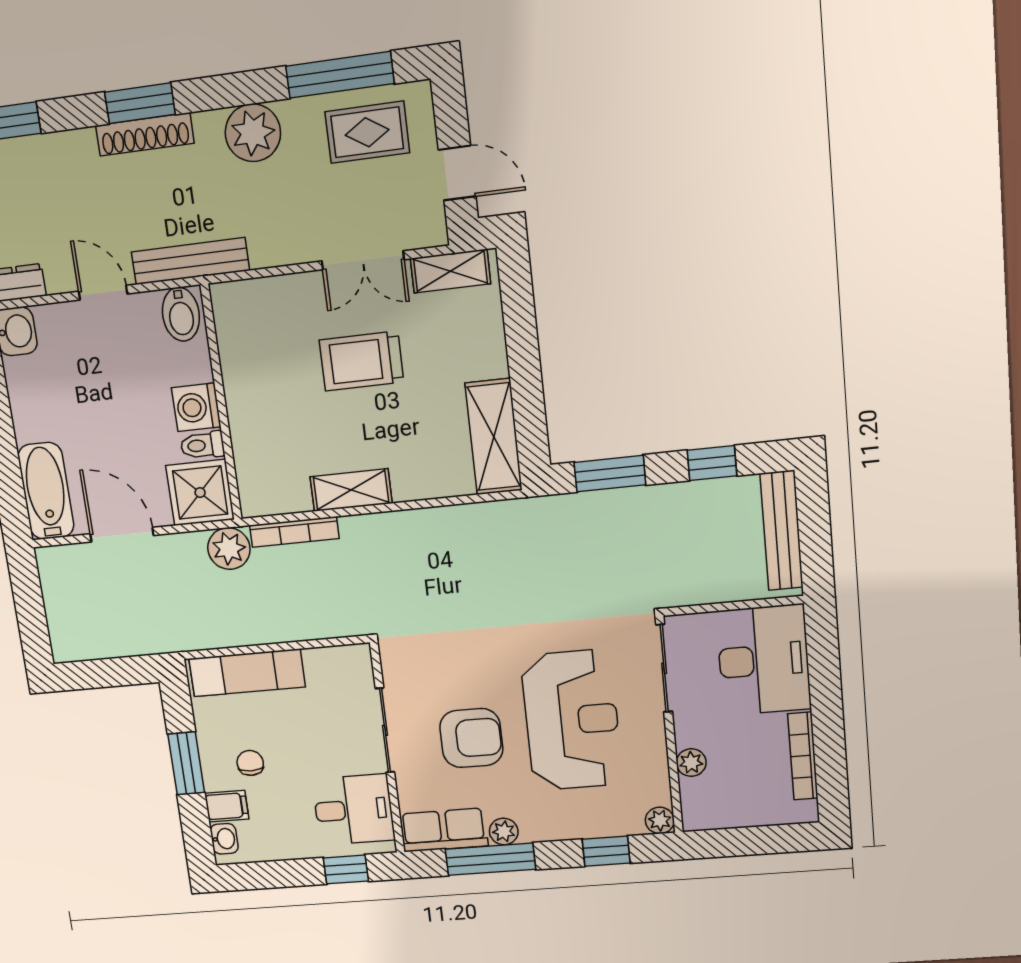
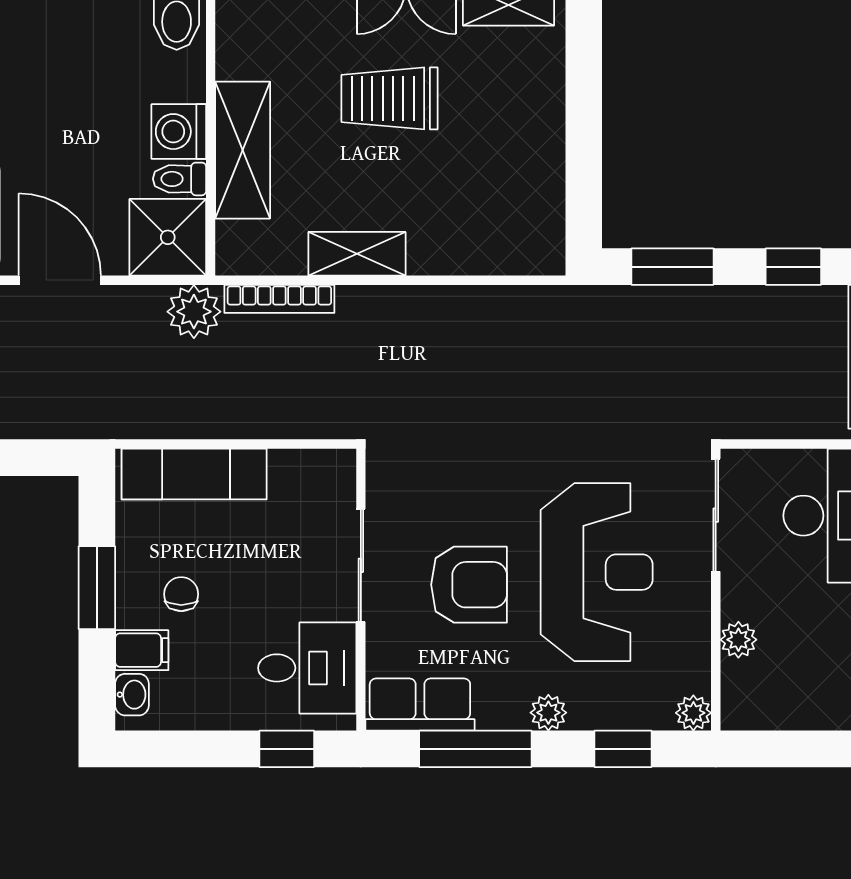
shelving: (494, 437) -> (243, 150), moved
plant: (504, 832) -> (548, 713), moved

